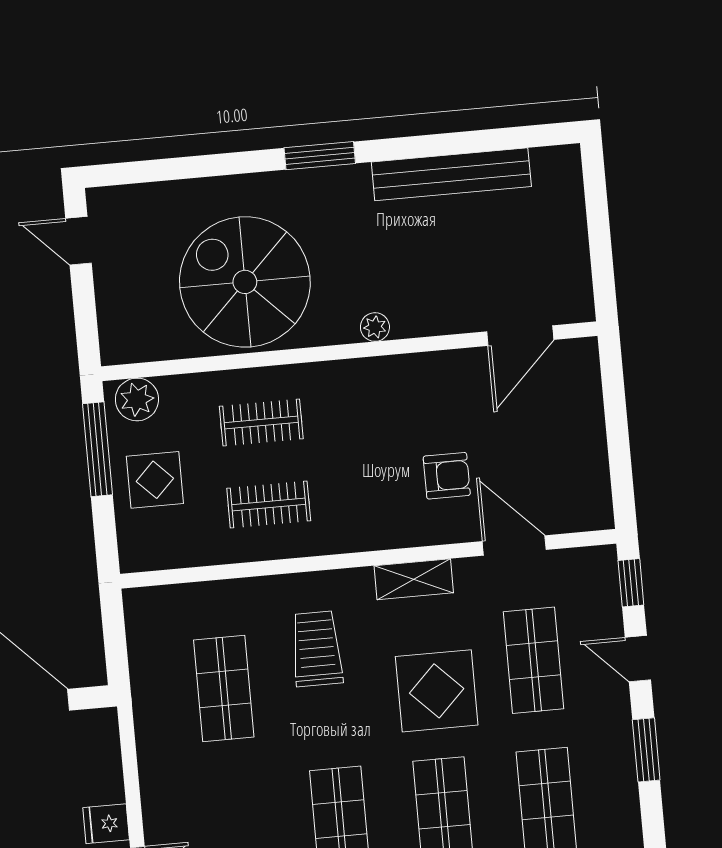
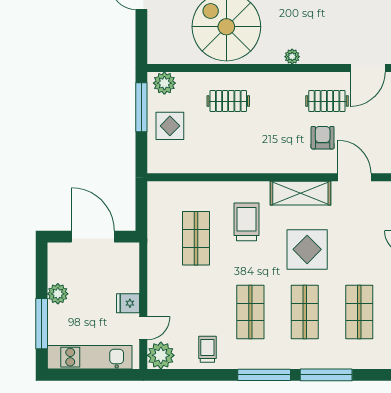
armchair: (447, 476) -> (323, 138), turned -90
clothes rail: (269, 505) -> (327, 101), moved
shelving: (414, 579) -> (300, 193), width x1.50, depth x1.33
shop shelf: (534, 660) -> (359, 238), removed

